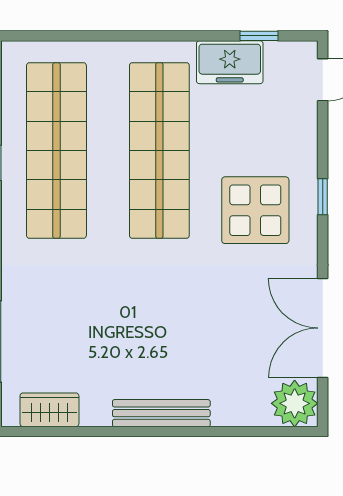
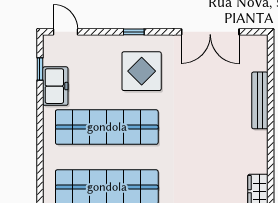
plant: (295, 403) -> (254, 48), removed
bench: (161, 413) -> (260, 100), moved

